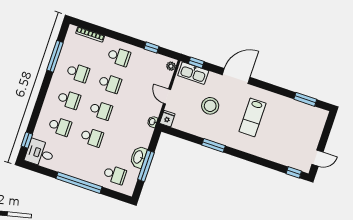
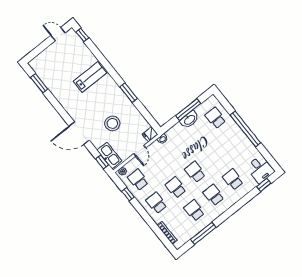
lab bench: (252, 117) -> (90, 77), moved
school desk: (92, 137) -> (138, 180), moved

